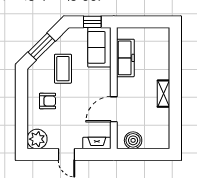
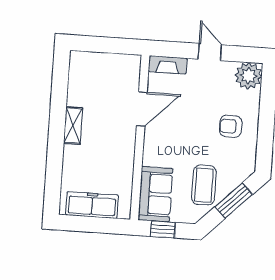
freezer: (125, 58) -> (92, 205), moved, turned 90
coffee table: (63, 69) -> (204, 185), moved
boiler: (133, 140) -> (118, 65), removed

